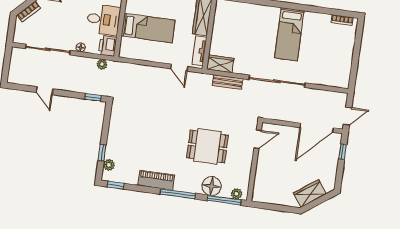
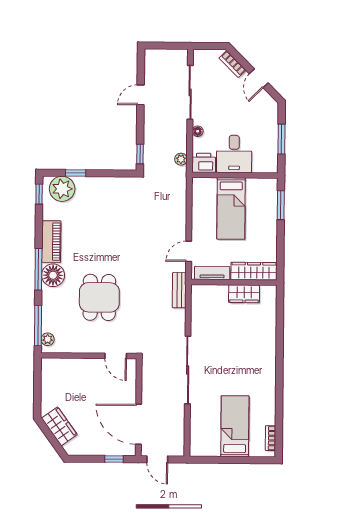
bed: (289, 34) -> (235, 426), moved, turned 90
wardrobe: (220, 64) -> (244, 294), moved, turned 90
bench: (228, 82) -> (179, 290), moved
plant: (109, 165) -> (62, 189), width x1.87, depth x1.87
floor lamp: (212, 186) -> (53, 275), moved

